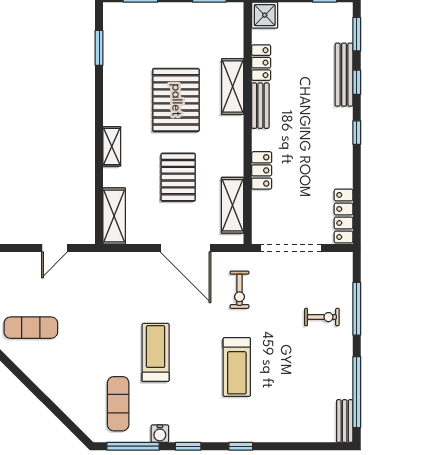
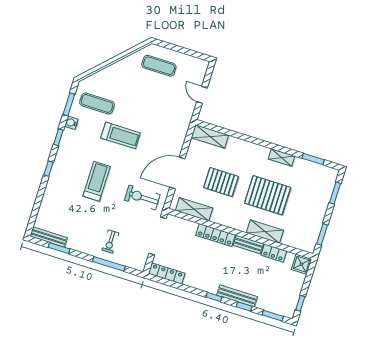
bench: (344, 75) -> (237, 296), moved
shelving: (112, 146) -> (281, 157), moved
locker: (262, 170) -> (216, 235), width x1.53
exercise bike: (239, 290) -> (142, 197), width x1.38, depth x1.39
exercise mat: (31, 328) -> (159, 66), turned 90
treadmill: (237, 367) -> (97, 181), turned 90
window: (357, 392) -> (59, 248), width x0.47
bench: (345, 421) -> (49, 237), width x1.36
window: (133, 446) -> (69, 104), width x0.69

